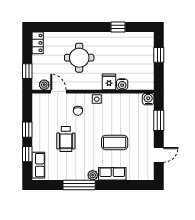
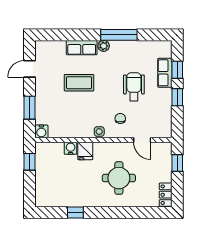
window: (159, 55) -> (29, 162), moved
plant: (44, 85) -> (158, 148), removed
row of seats: (38, 165) -> (165, 73), moved

